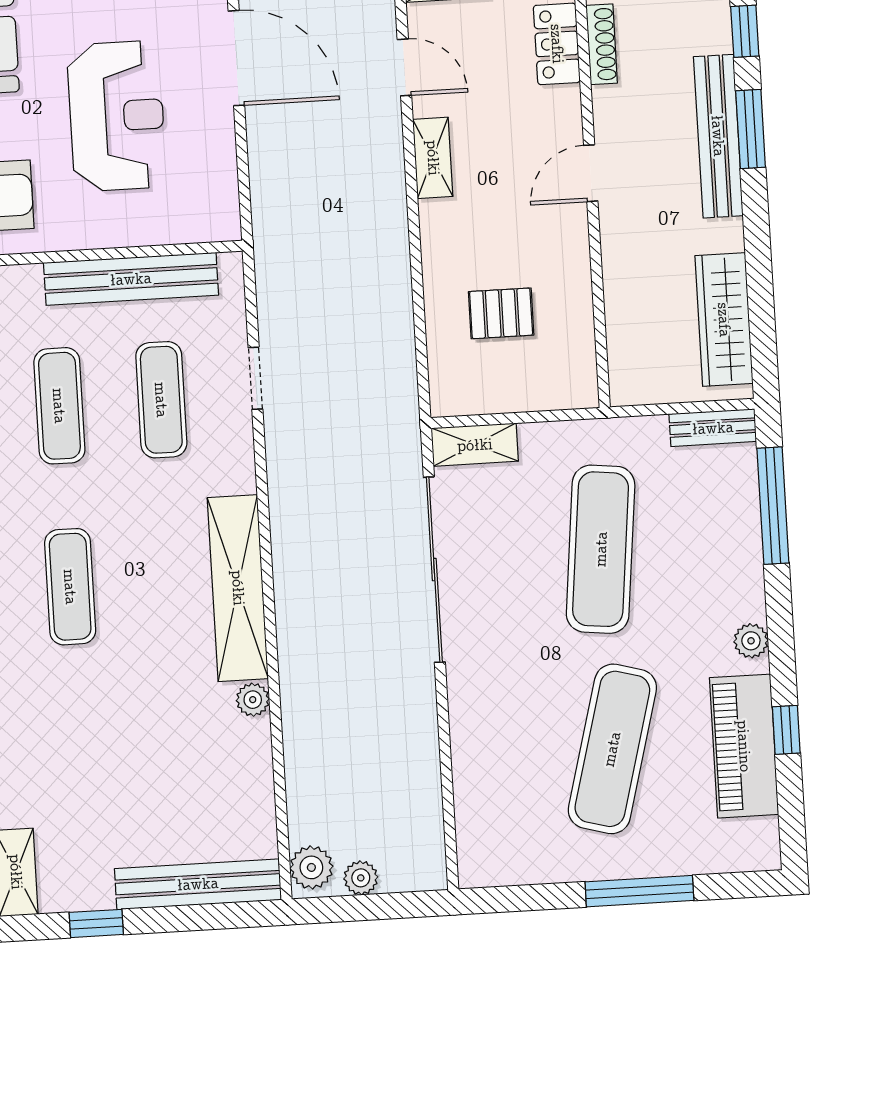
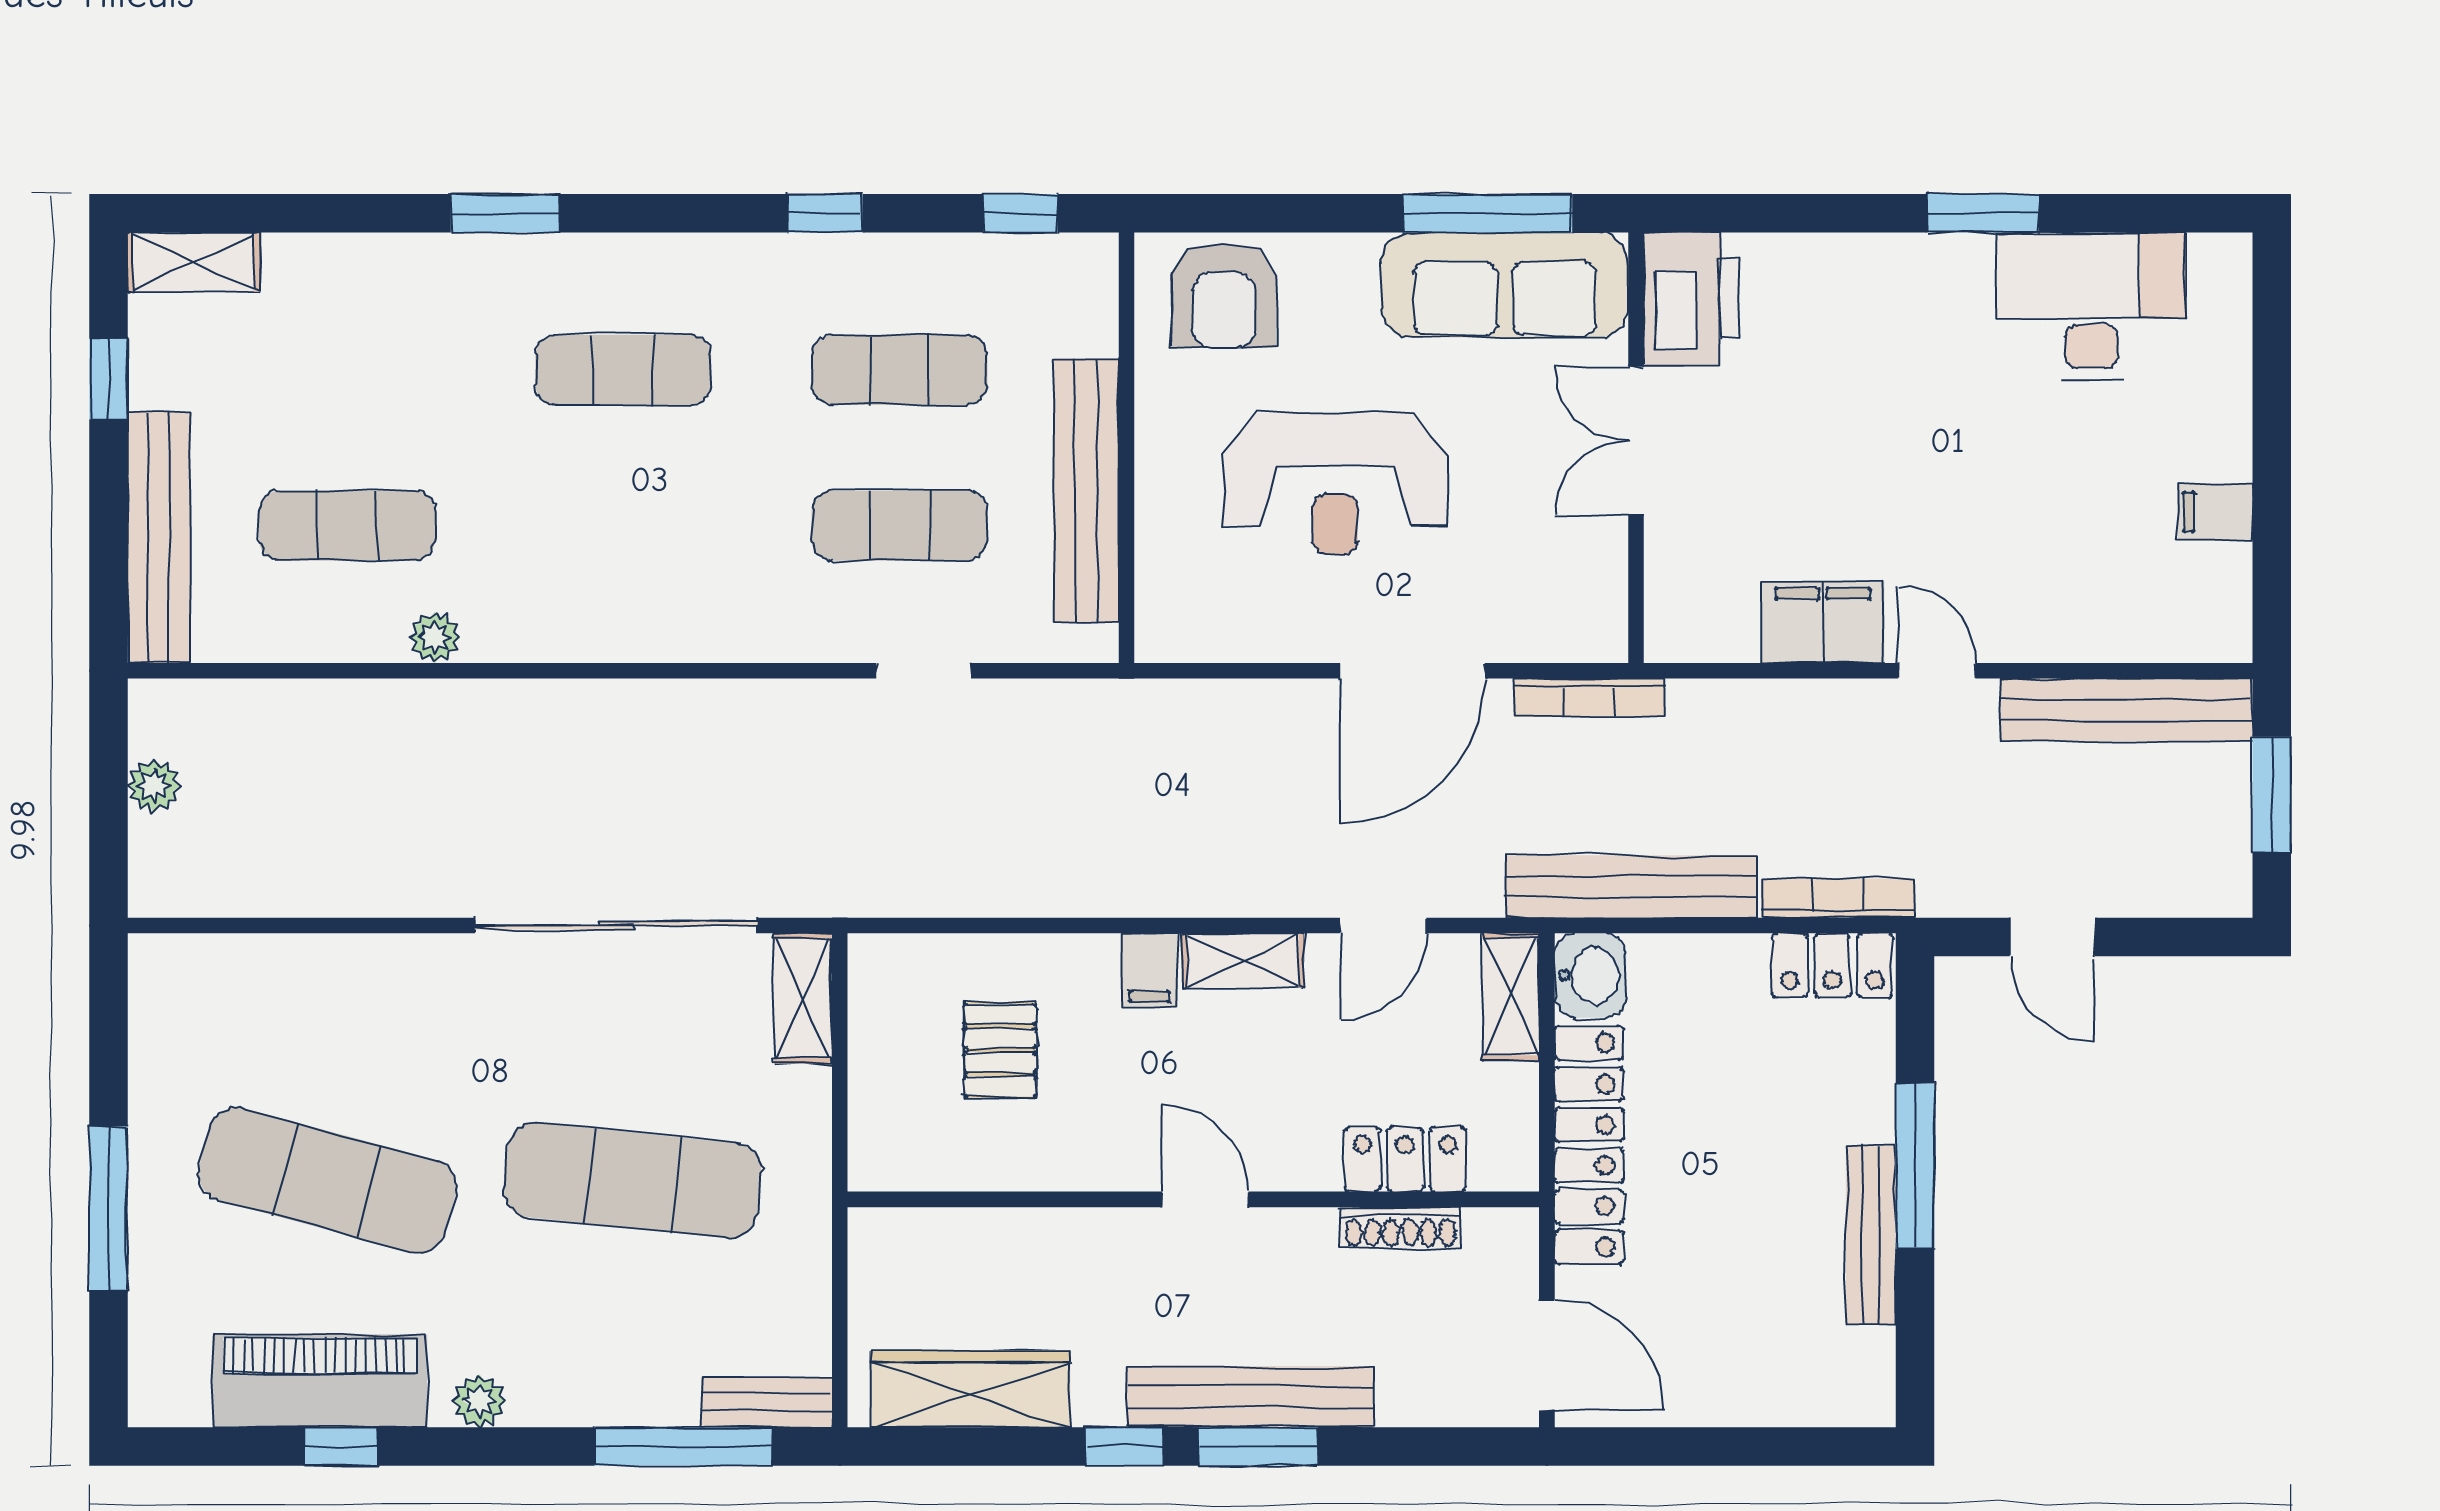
window: (745, 31) -> (1125, 1447), moved
filing cabinet: (443, 219) -> (1149, 970), added
bench: (713, 428) -> (767, 1402), moved, turned 90
shelving: (238, 588) -> (606, 625), removed
exercise mat: (183, 762) -> (347, 526), added
plant: (311, 867) -> (174, 712), removed

